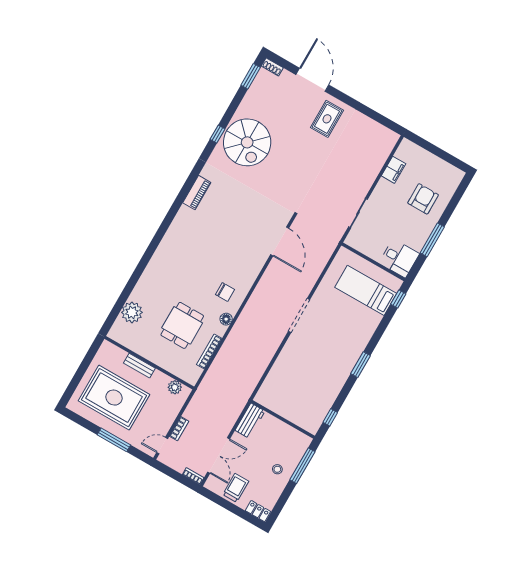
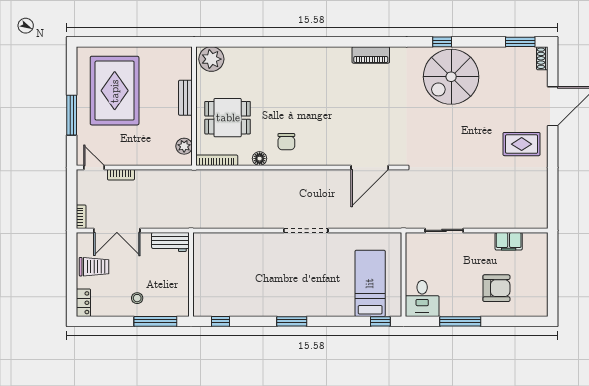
wall: (149, 363) -> (194, 106), moved
bench: (139, 366) -> (185, 98), moved
plant: (175, 387) -> (184, 146), moved

